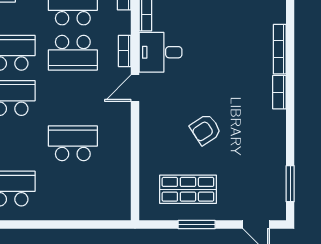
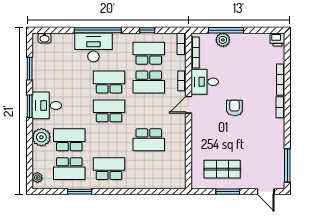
armchair: (206, 130) -> (234, 108), moved, turned 123
school desk: (73, 143) -> (149, 140), turned 180
window: (290, 184) -> (287, 166), width x1.44

